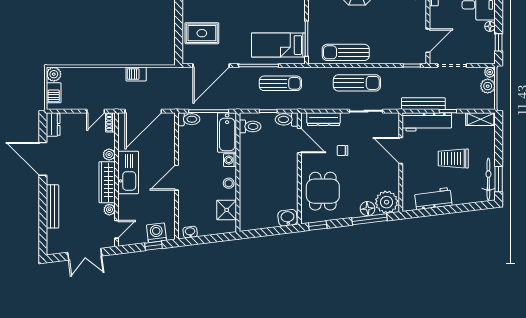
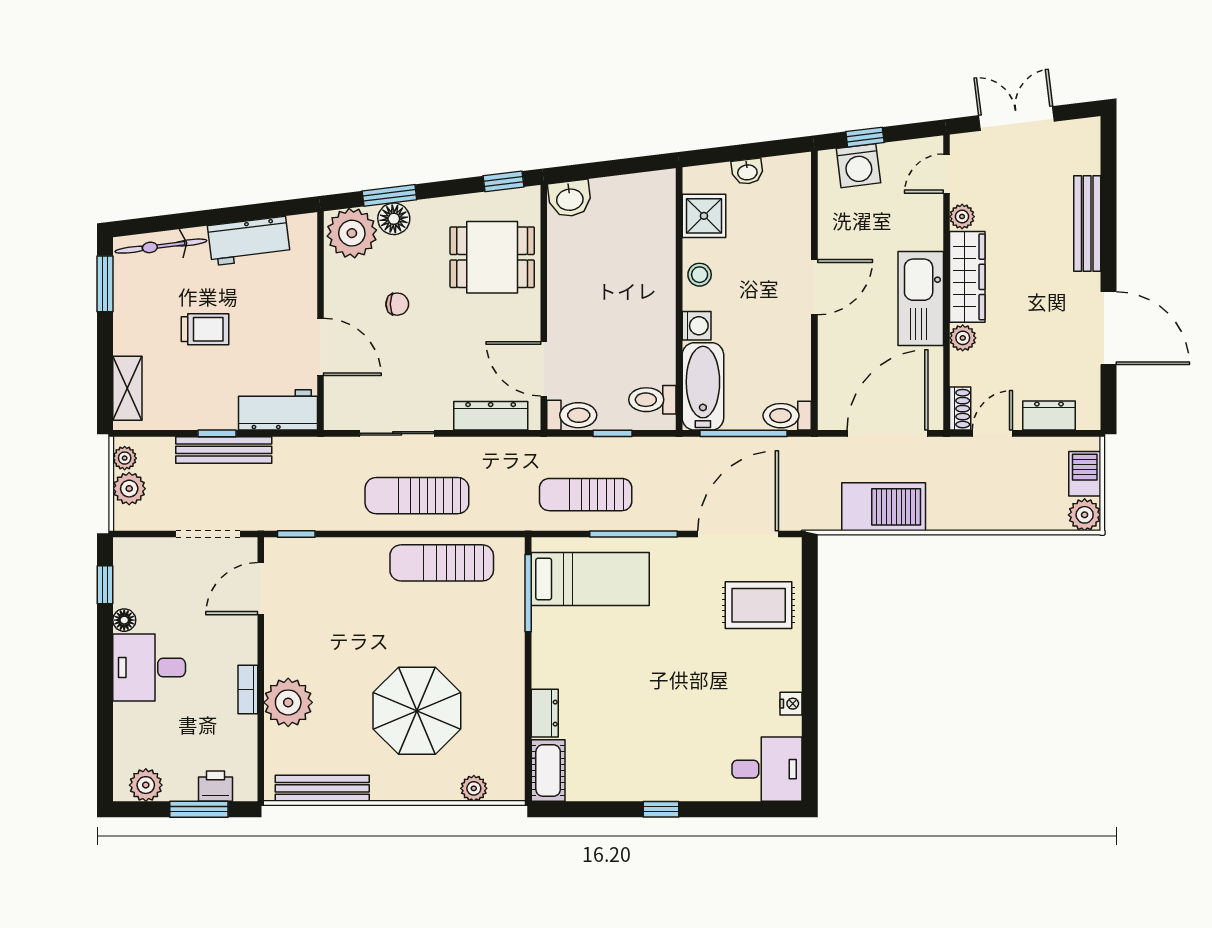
sun lounger: (346, 52) -> (442, 563), turned 180
plant: (490, 72) -> (125, 458), moved
barbecue: (136, 74) -> (884, 507), width x1.88, depth x1.53
bench: (423, 104) -> (224, 450), moved
shelving: (480, 119) -> (127, 388), moved, turned 90
workbench: (427, 122) -> (278, 410), width x0.73
dresser: (53, 124) -> (1049, 416), moved, turned 90
chair: (342, 151) -> (397, 304), moved
trolley: (453, 158) -> (205, 329), width x0.73, depth x0.72
bicycle: (488, 179) -> (161, 246), moved, turned 83
dining table: (323, 191) -> (492, 257), turned 90
window: (369, 219) -> (389, 195), width x0.69
washbasin: (190, 232) -> (747, 172), moved

